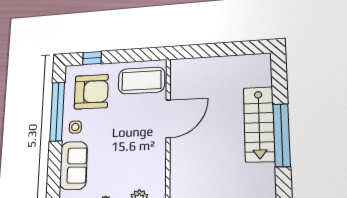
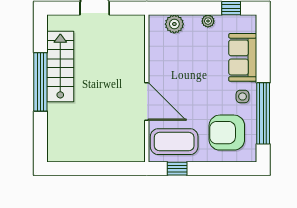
window: (92, 58) -> (177, 169), moved
door: (168, 119) -> (147, 101), swing flipped
stairs: (259, 124) -> (60, 67), moved

